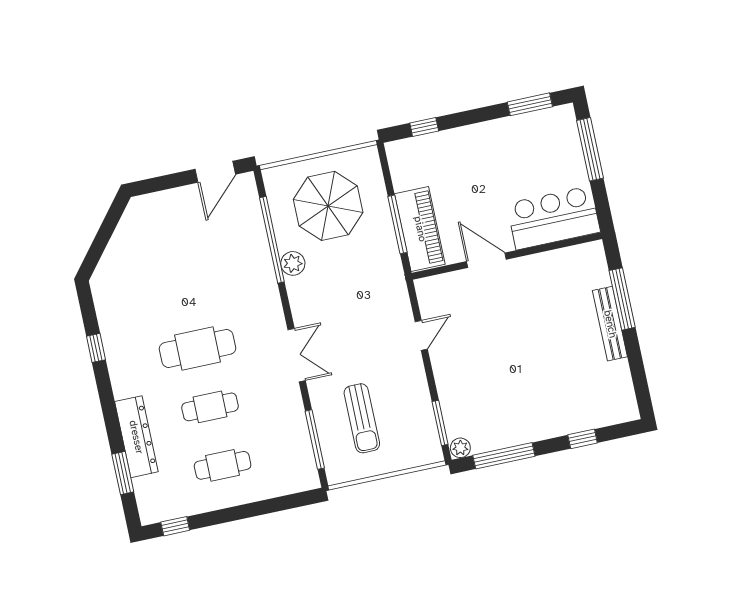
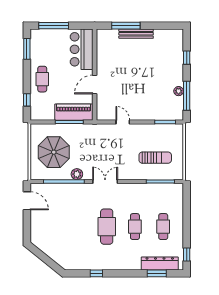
cafe table: (474, 150) -> (42, 79), added
double door: (297, 355) -> (105, 181), moved
dresser: (136, 437) -> (160, 264), moved
plant: (460, 448) -> (179, 91), moved

